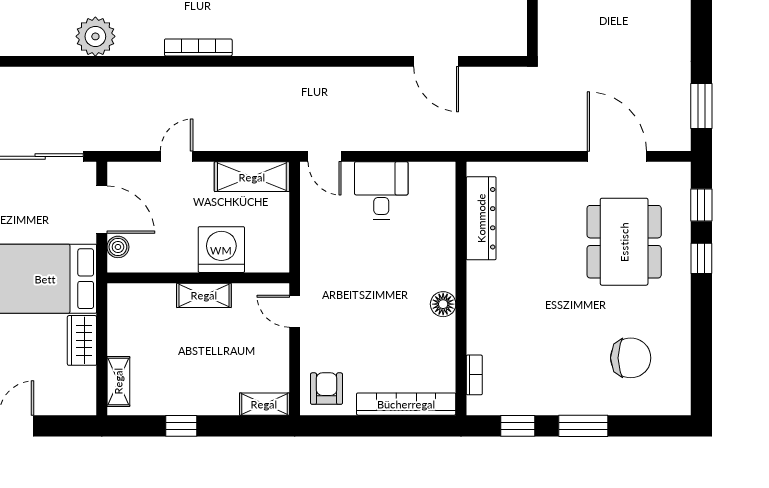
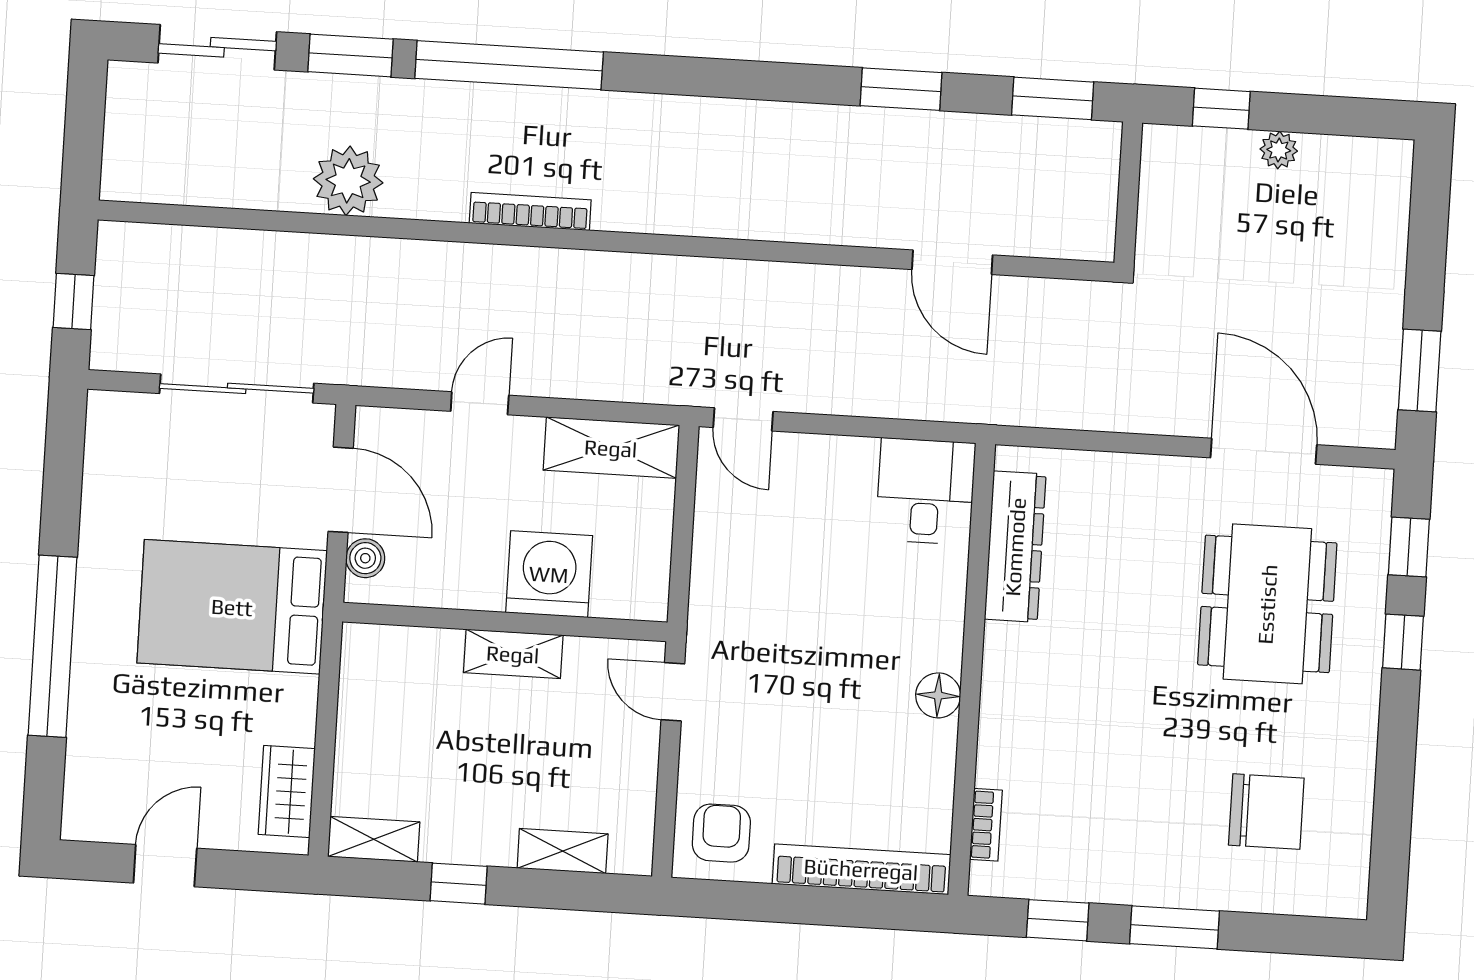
desk: (381, 190) -> (926, 491), moved
wardrobe: (82, 340) -> (287, 791), moved
shelving: (118, 381) -> (374, 839), moved, turned 90
shelving: (264, 404) -> (563, 851), moved

